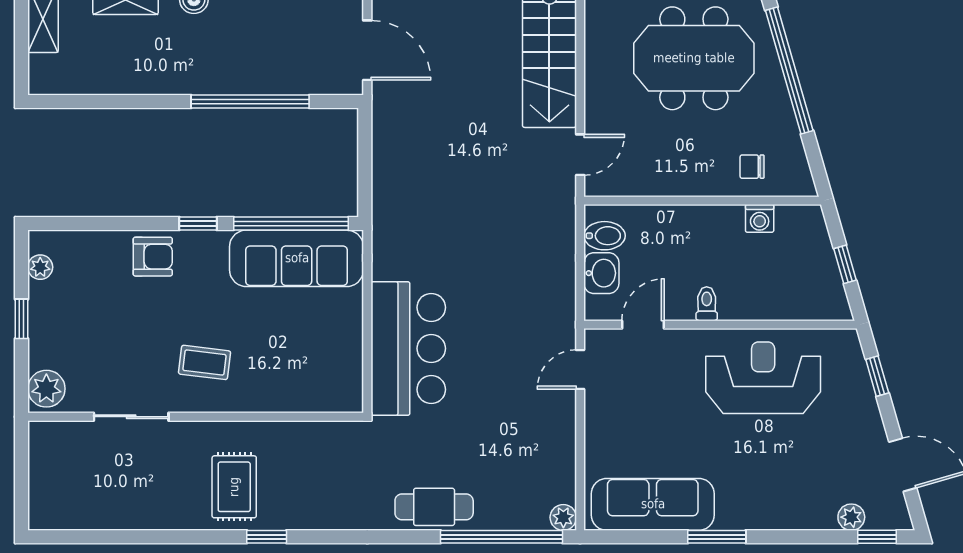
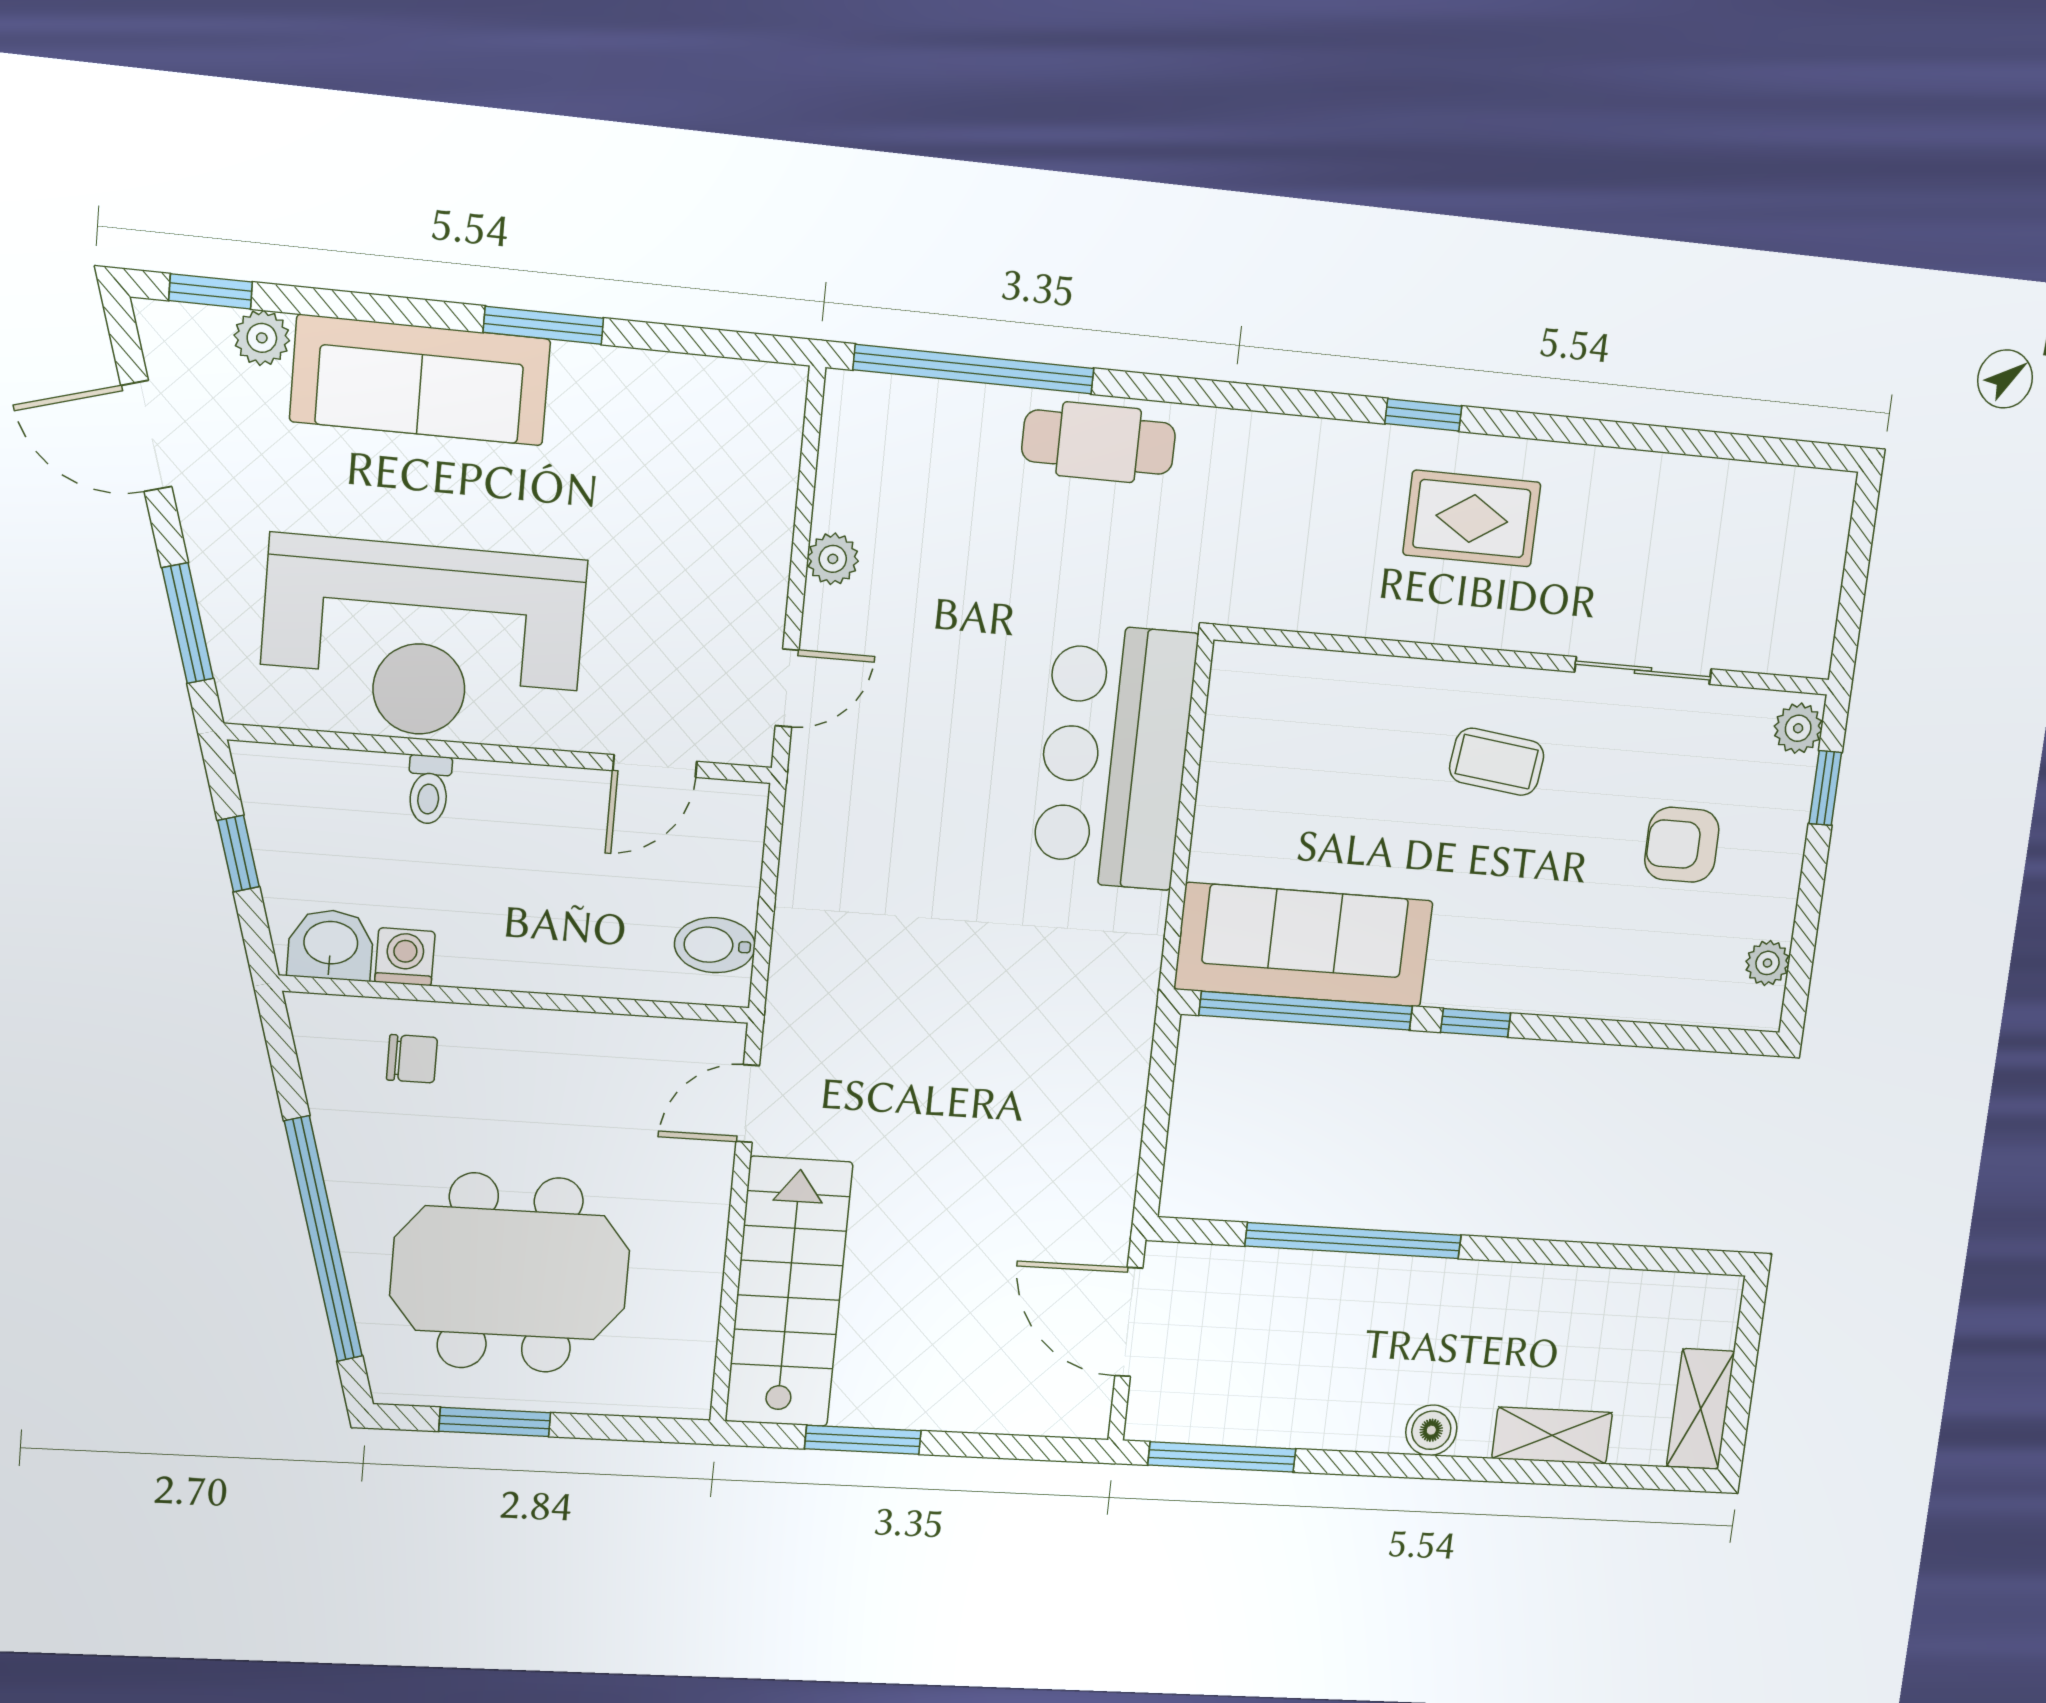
armchair: (153, 257) -> (1682, 845), moved
washbasin: (601, 273) -> (331, 945), moved, turned 90
toilet: (707, 304) -> (429, 790), moved
window: (22, 319) -> (1825, 788), moved
window: (877, 376) -> (188, 623), width x1.50
reception desk: (763, 378) -> (423, 640), width x1.36, depth x1.30
plant: (46, 389) -> (1798, 728), width x0.73, depth x0.73
rug: (234, 487) -> (1472, 519), turned 90
sofa: (653, 504) -> (420, 380), moved
plant: (563, 517) -> (833, 559), moved

